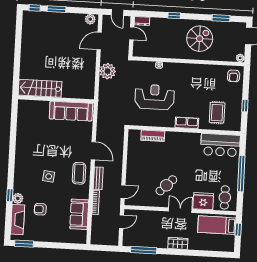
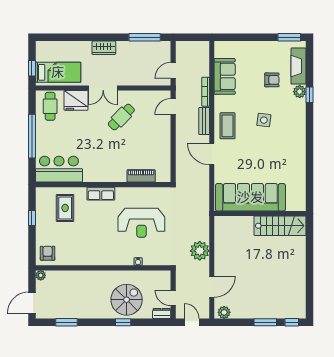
spiral stairs: (200, 39) -> (127, 300), moved, turned 180
sofa: (71, 111) -> (250, 197), width x1.36, depth x1.27

